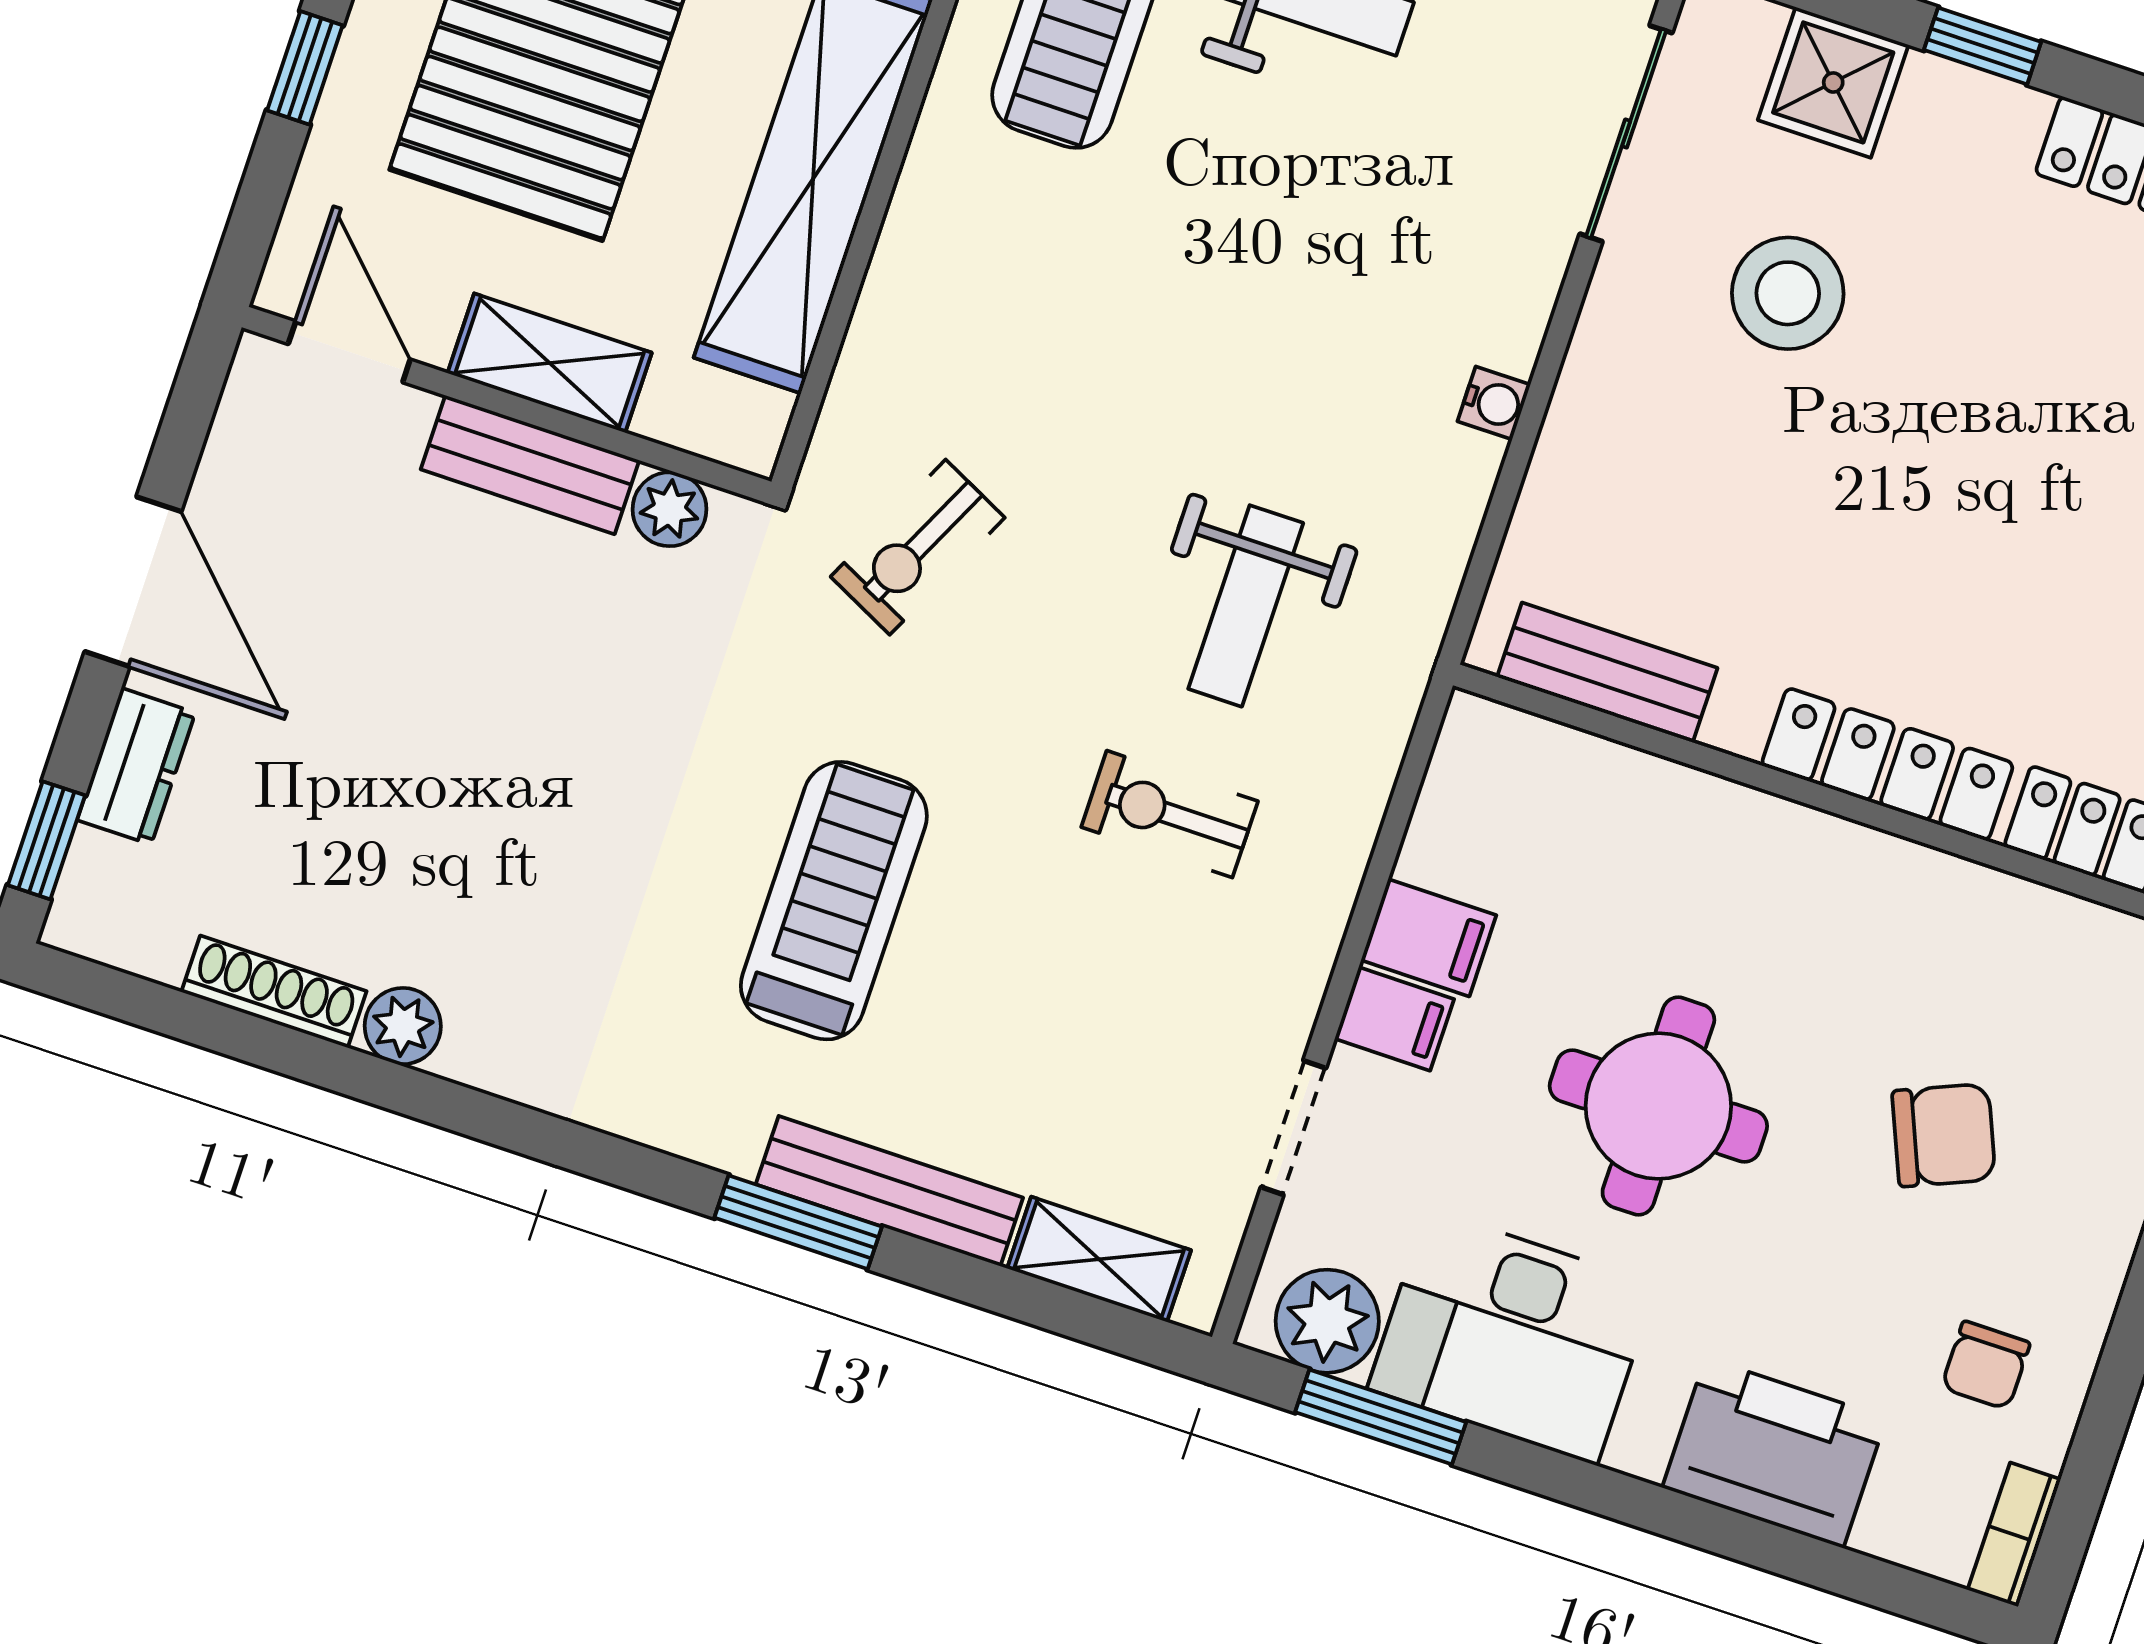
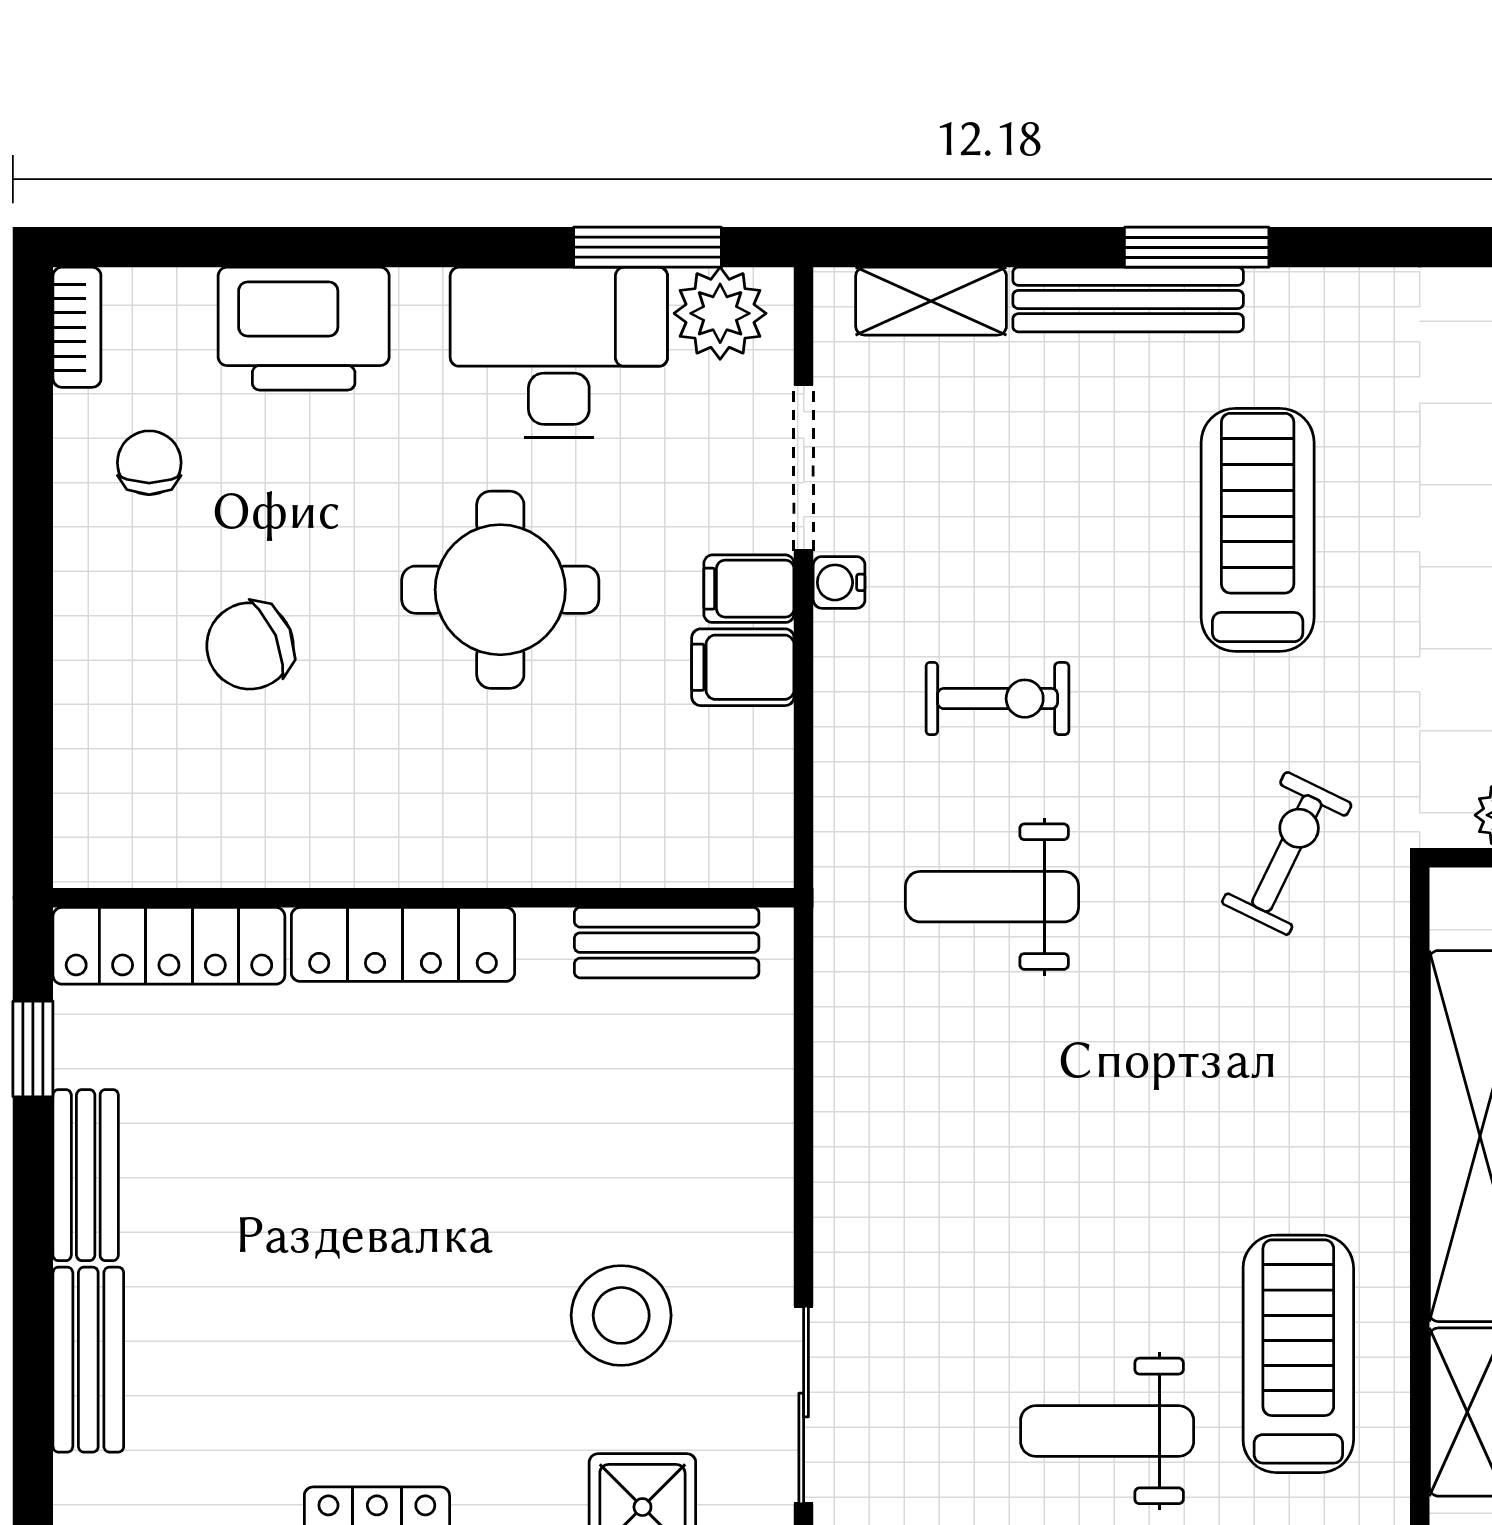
water cooler: (1494, 403) -> (839, 582), moved
weight bench: (1246, 606) -> (992, 897), turned -90
treadmill: (834, 901) -> (1258, 530), turned 180
doorway: (1293, 1128) -> (804, 468), width x1.38

